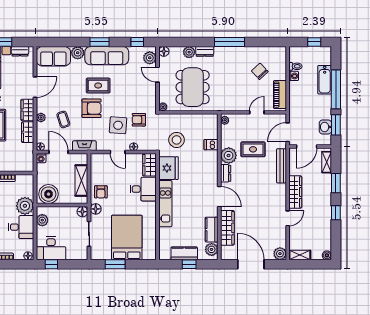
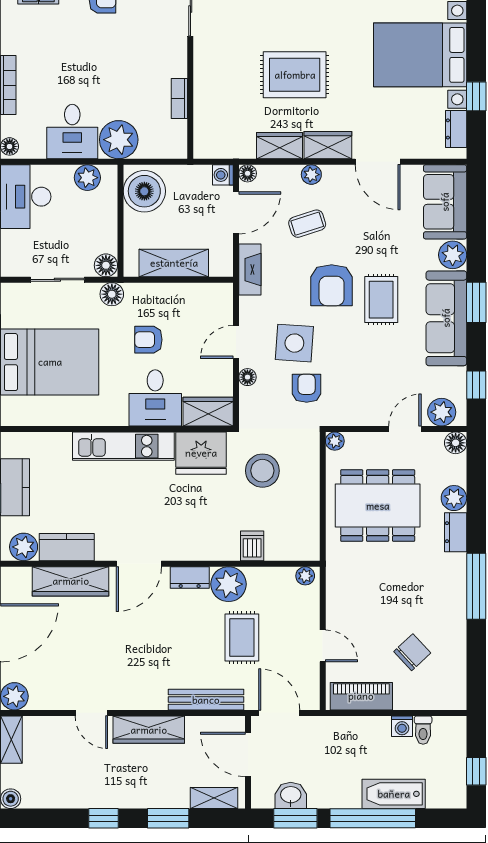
armchair: (101, 192) -> (148, 340), moved

